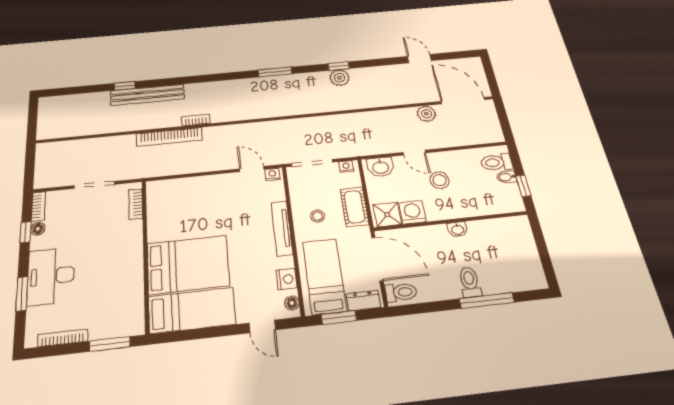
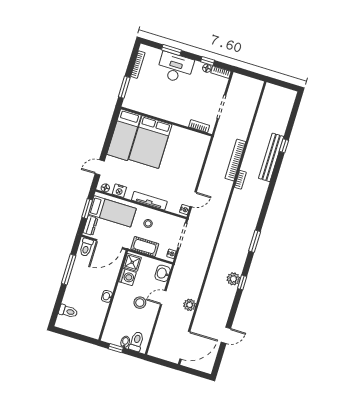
plant: (426, 114) -> (190, 305), moved
toilet: (470, 282) -> (68, 311), moved
window: (487, 300) -> (69, 270), moved

